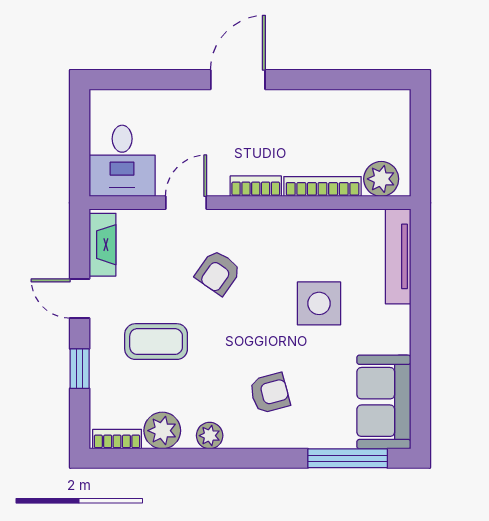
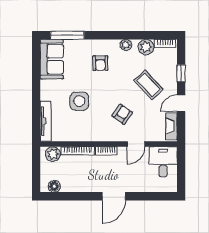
floor lamp: (378, 103) -> (54, 186), added
door: (80, 299) -> (181, 103), swing flipped
coffee table: (156, 342) -> (149, 85), turned 47
armchair: (270, 393) -> (100, 63), turned -75

